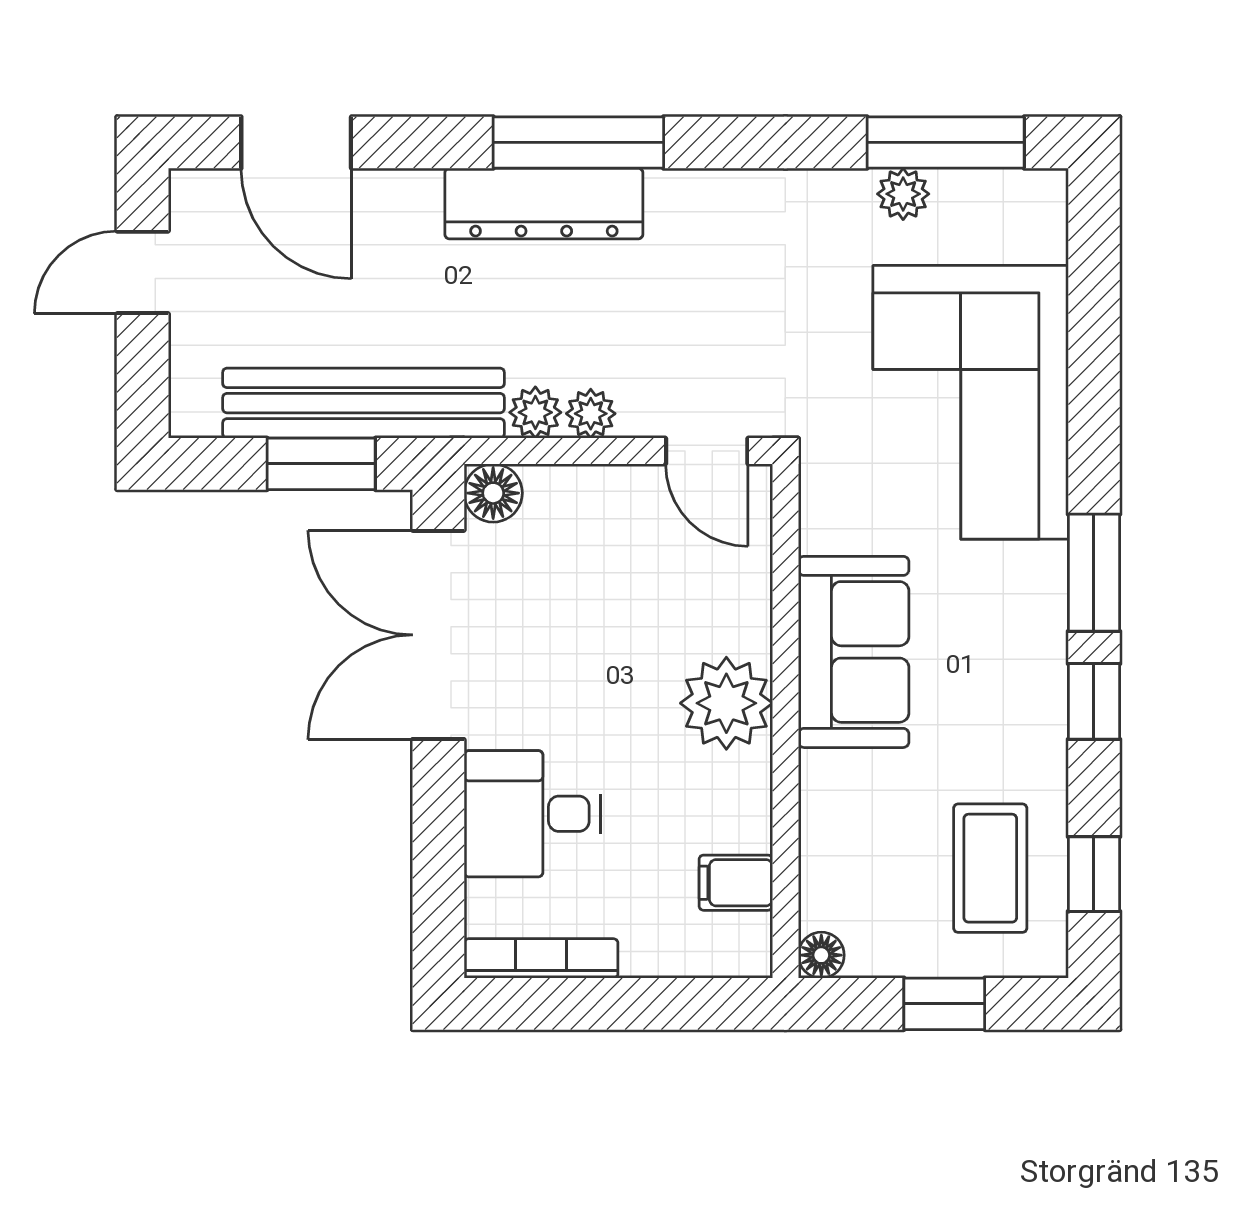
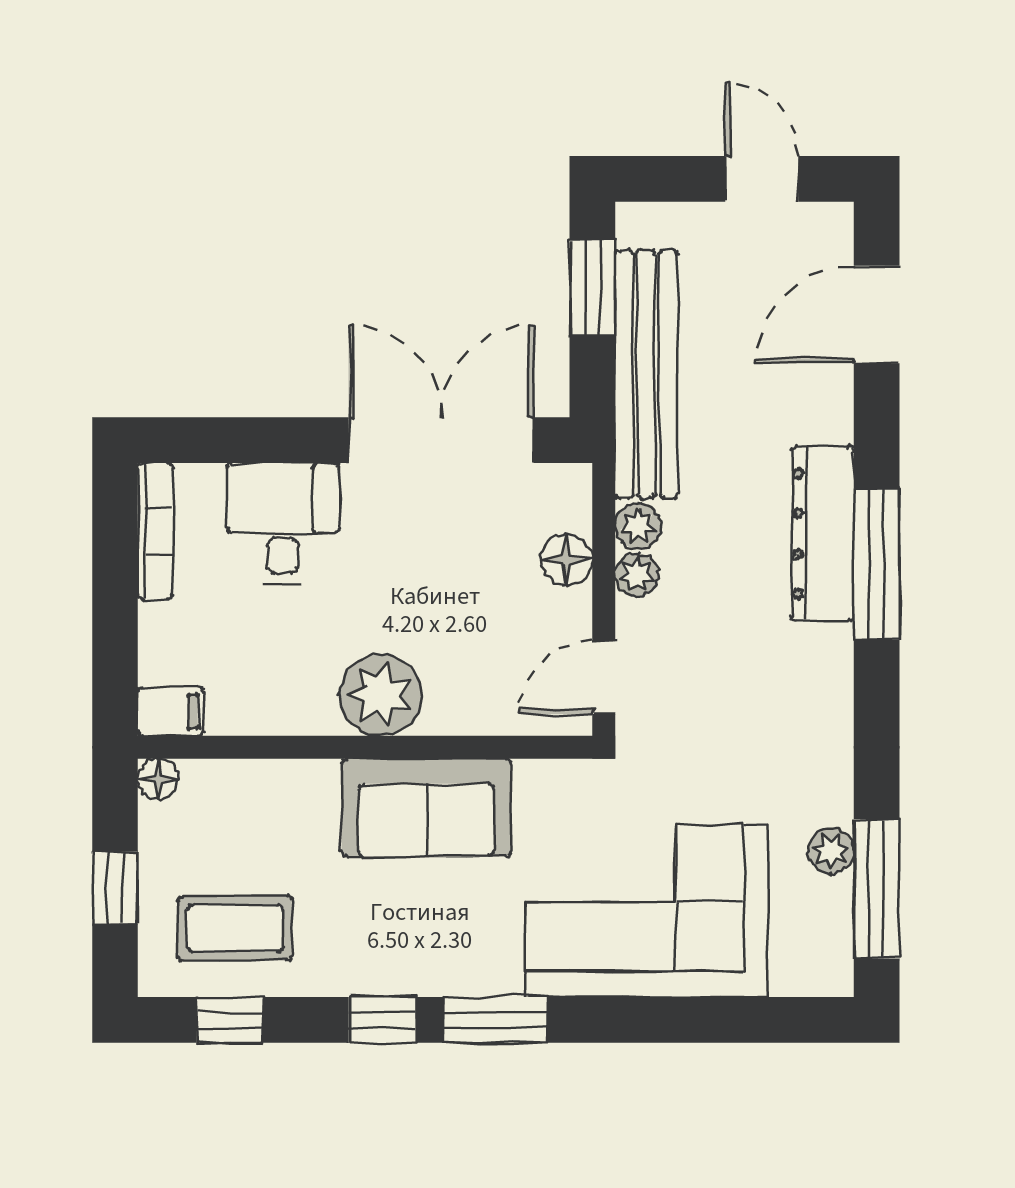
window: (321, 464) -> (592, 288), moved
floor lamp: (493, 493) -> (567, 560), moved
filing cabinet: (736, 883) -> (170, 711), moved, turned 90

